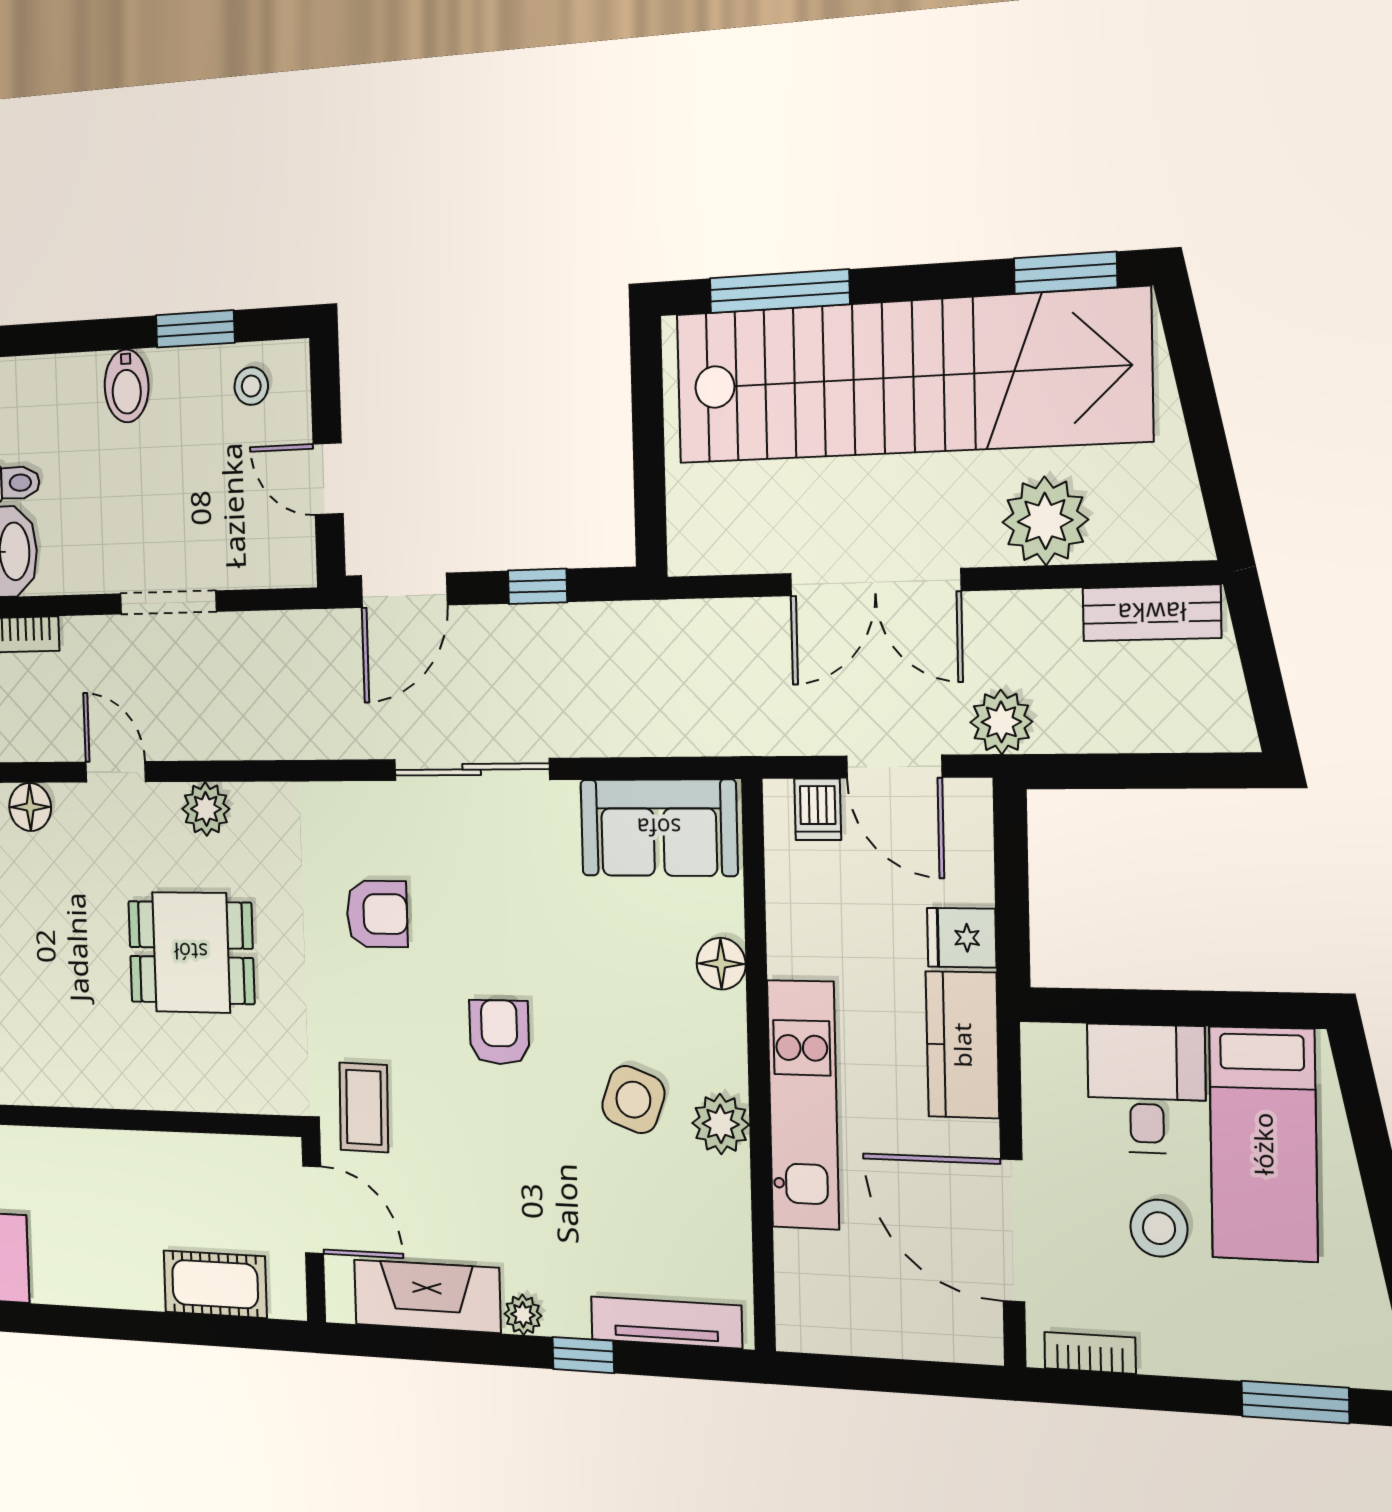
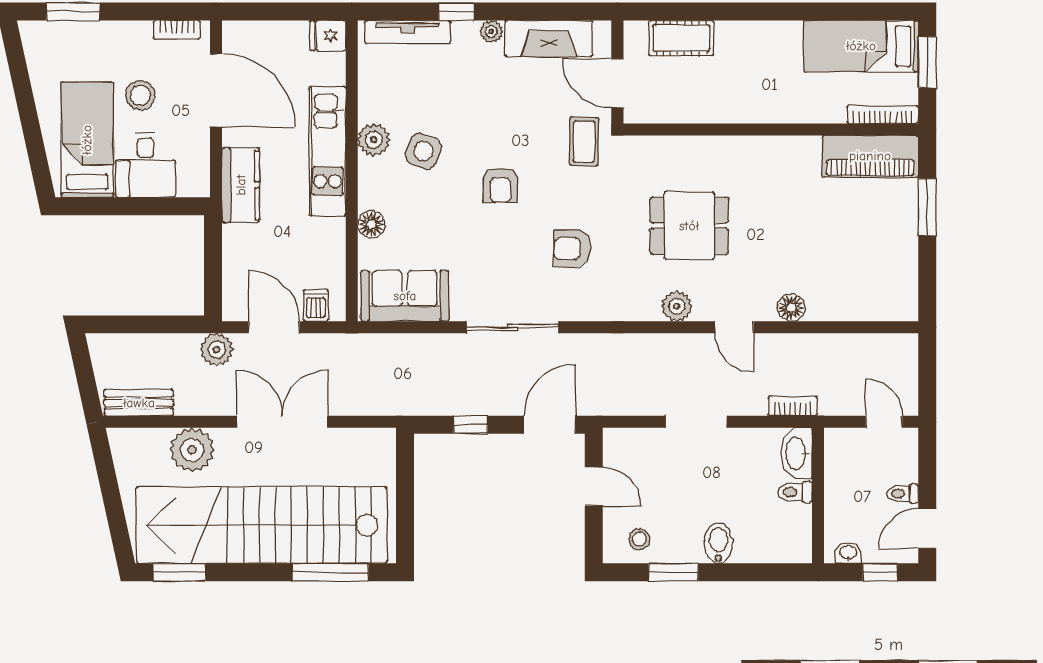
fridge: (962, 938) -> (328, 35), moved, turned 180

